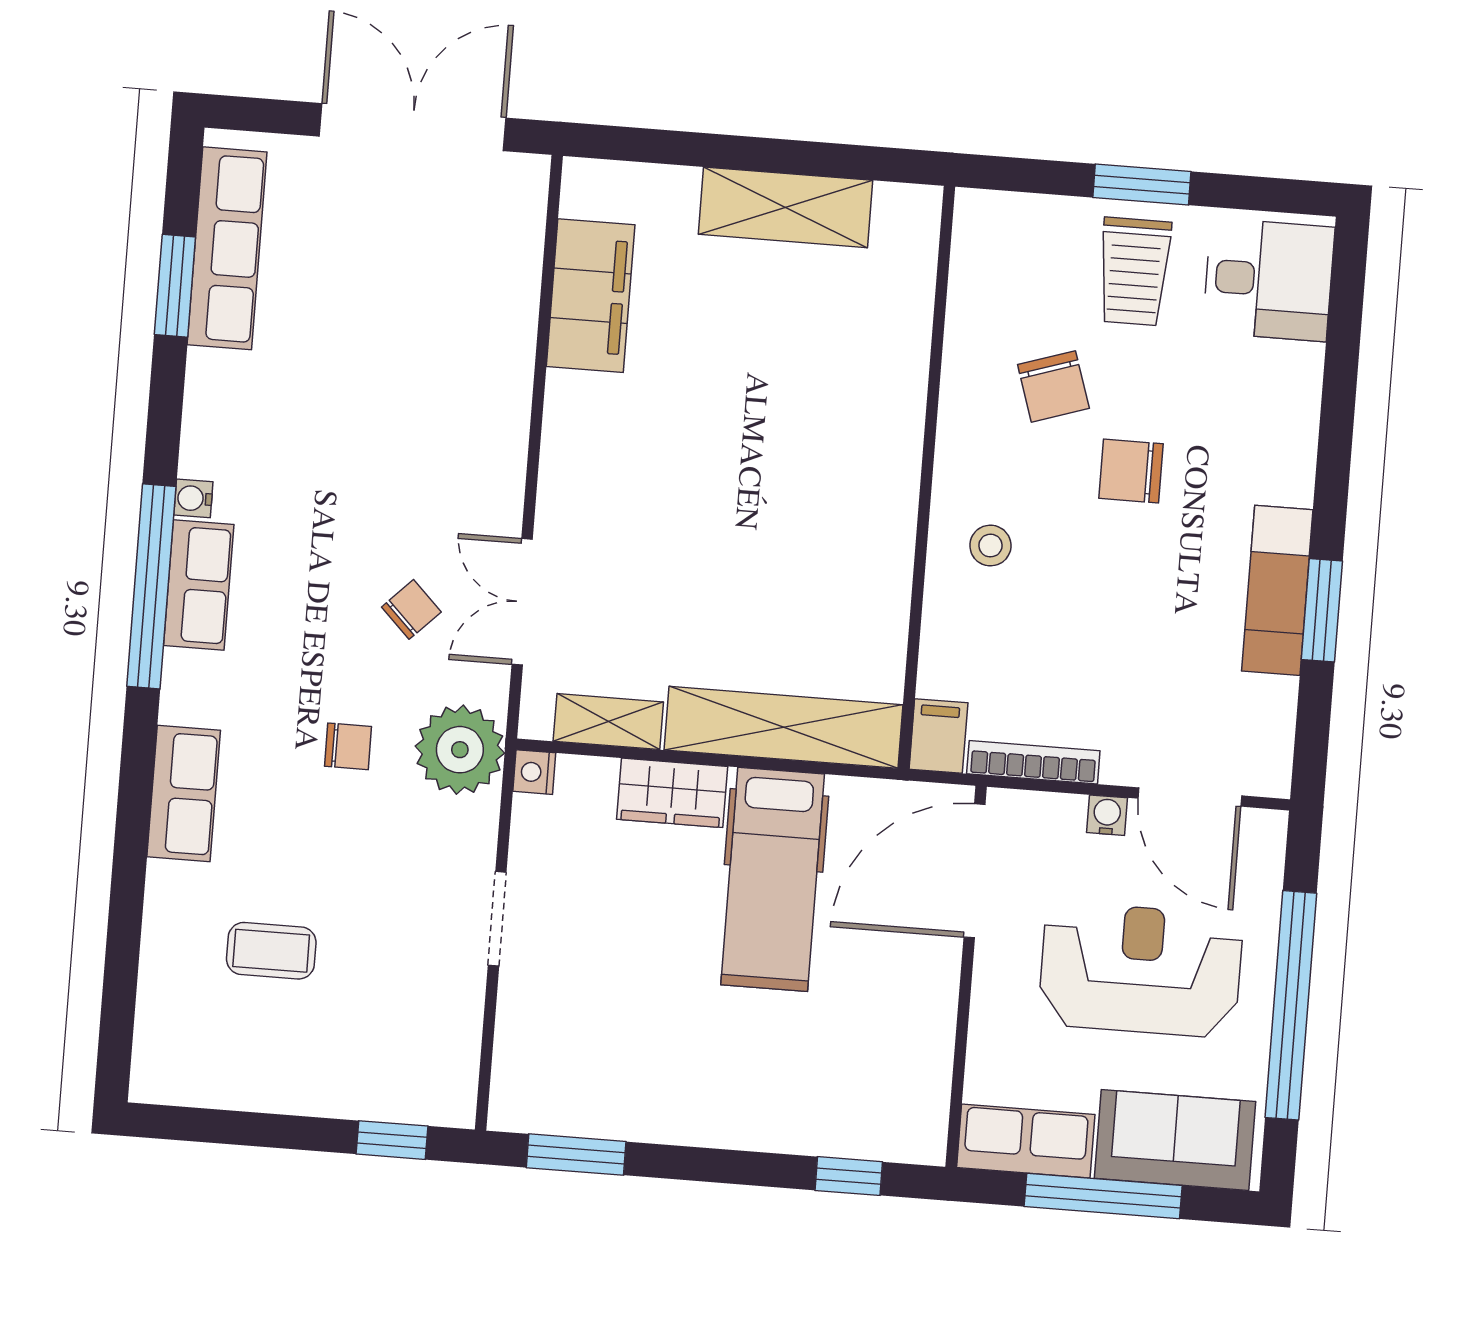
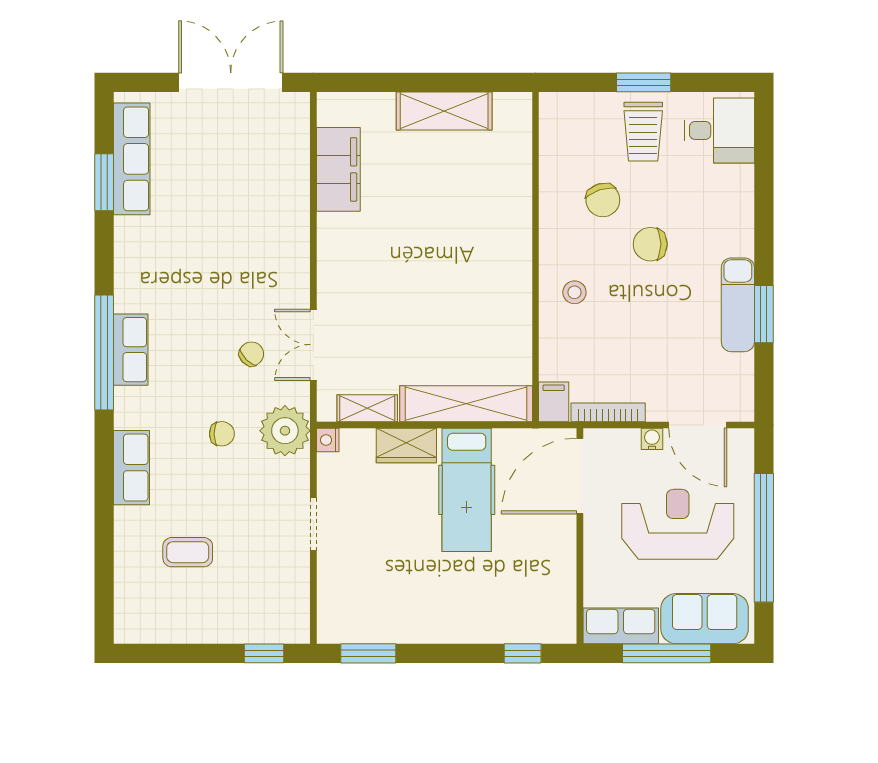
water cooler: (193, 498) -> (124, 301), removed

